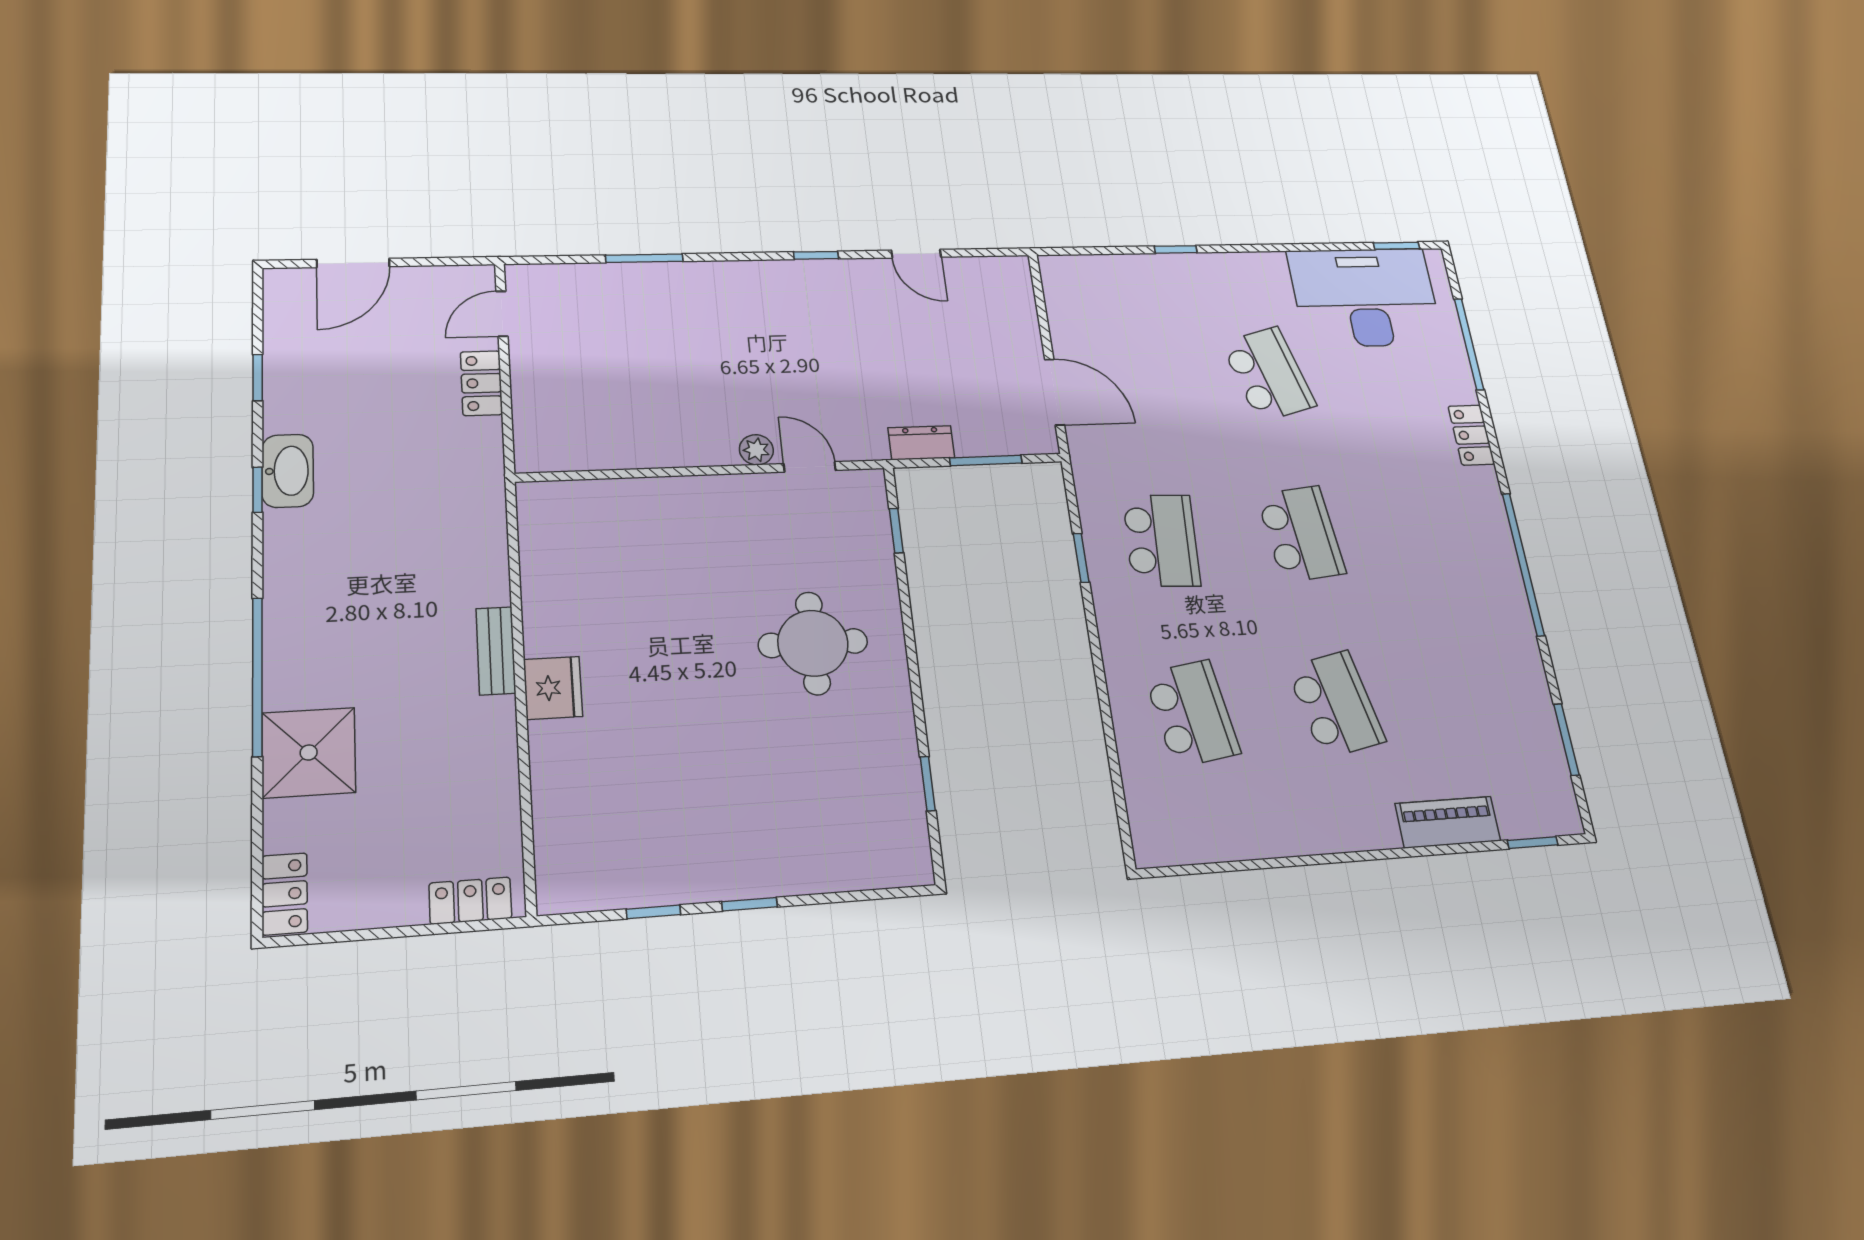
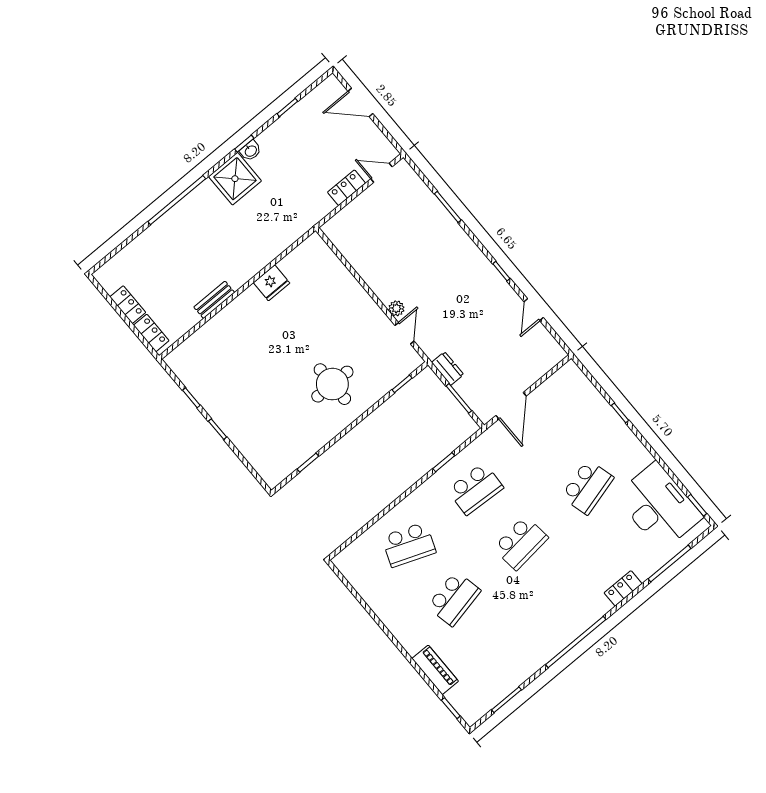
washbasin: (288, 471) -> (251, 151), width x0.52, depth x0.69
bench: (496, 651) -> (214, 300), moved
fridge: (553, 688) -> (272, 283), moved
school desk: (1192, 713) -> (409, 545), turned 30
shower: (309, 753) -> (235, 179), moved
locker: (285, 894) -> (128, 305), moved, turned -90

